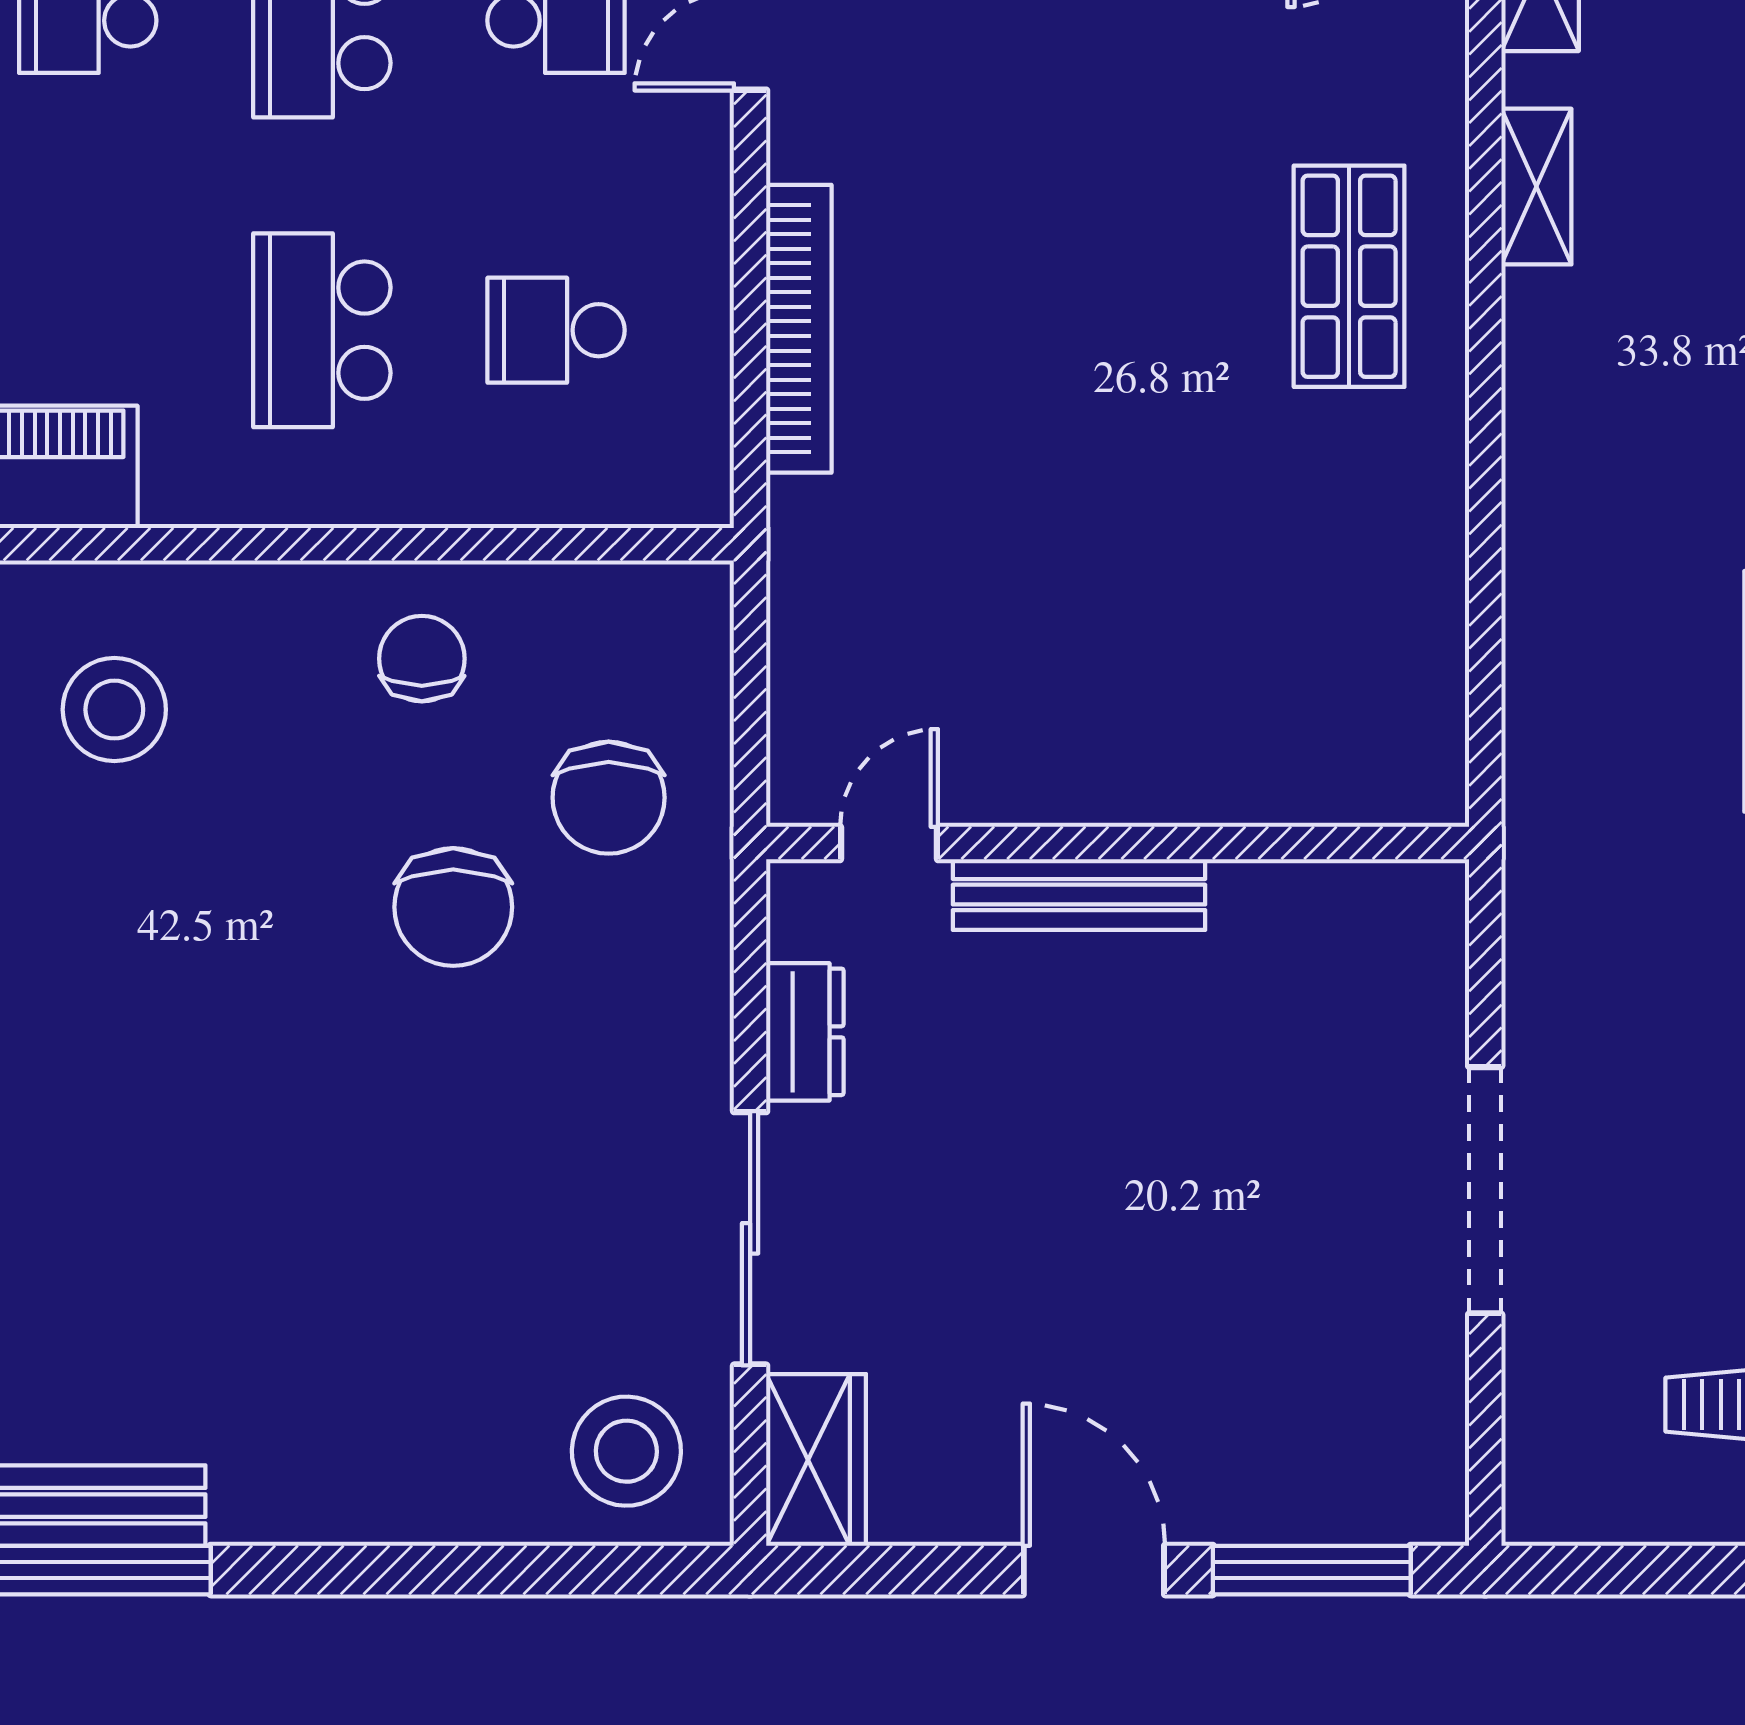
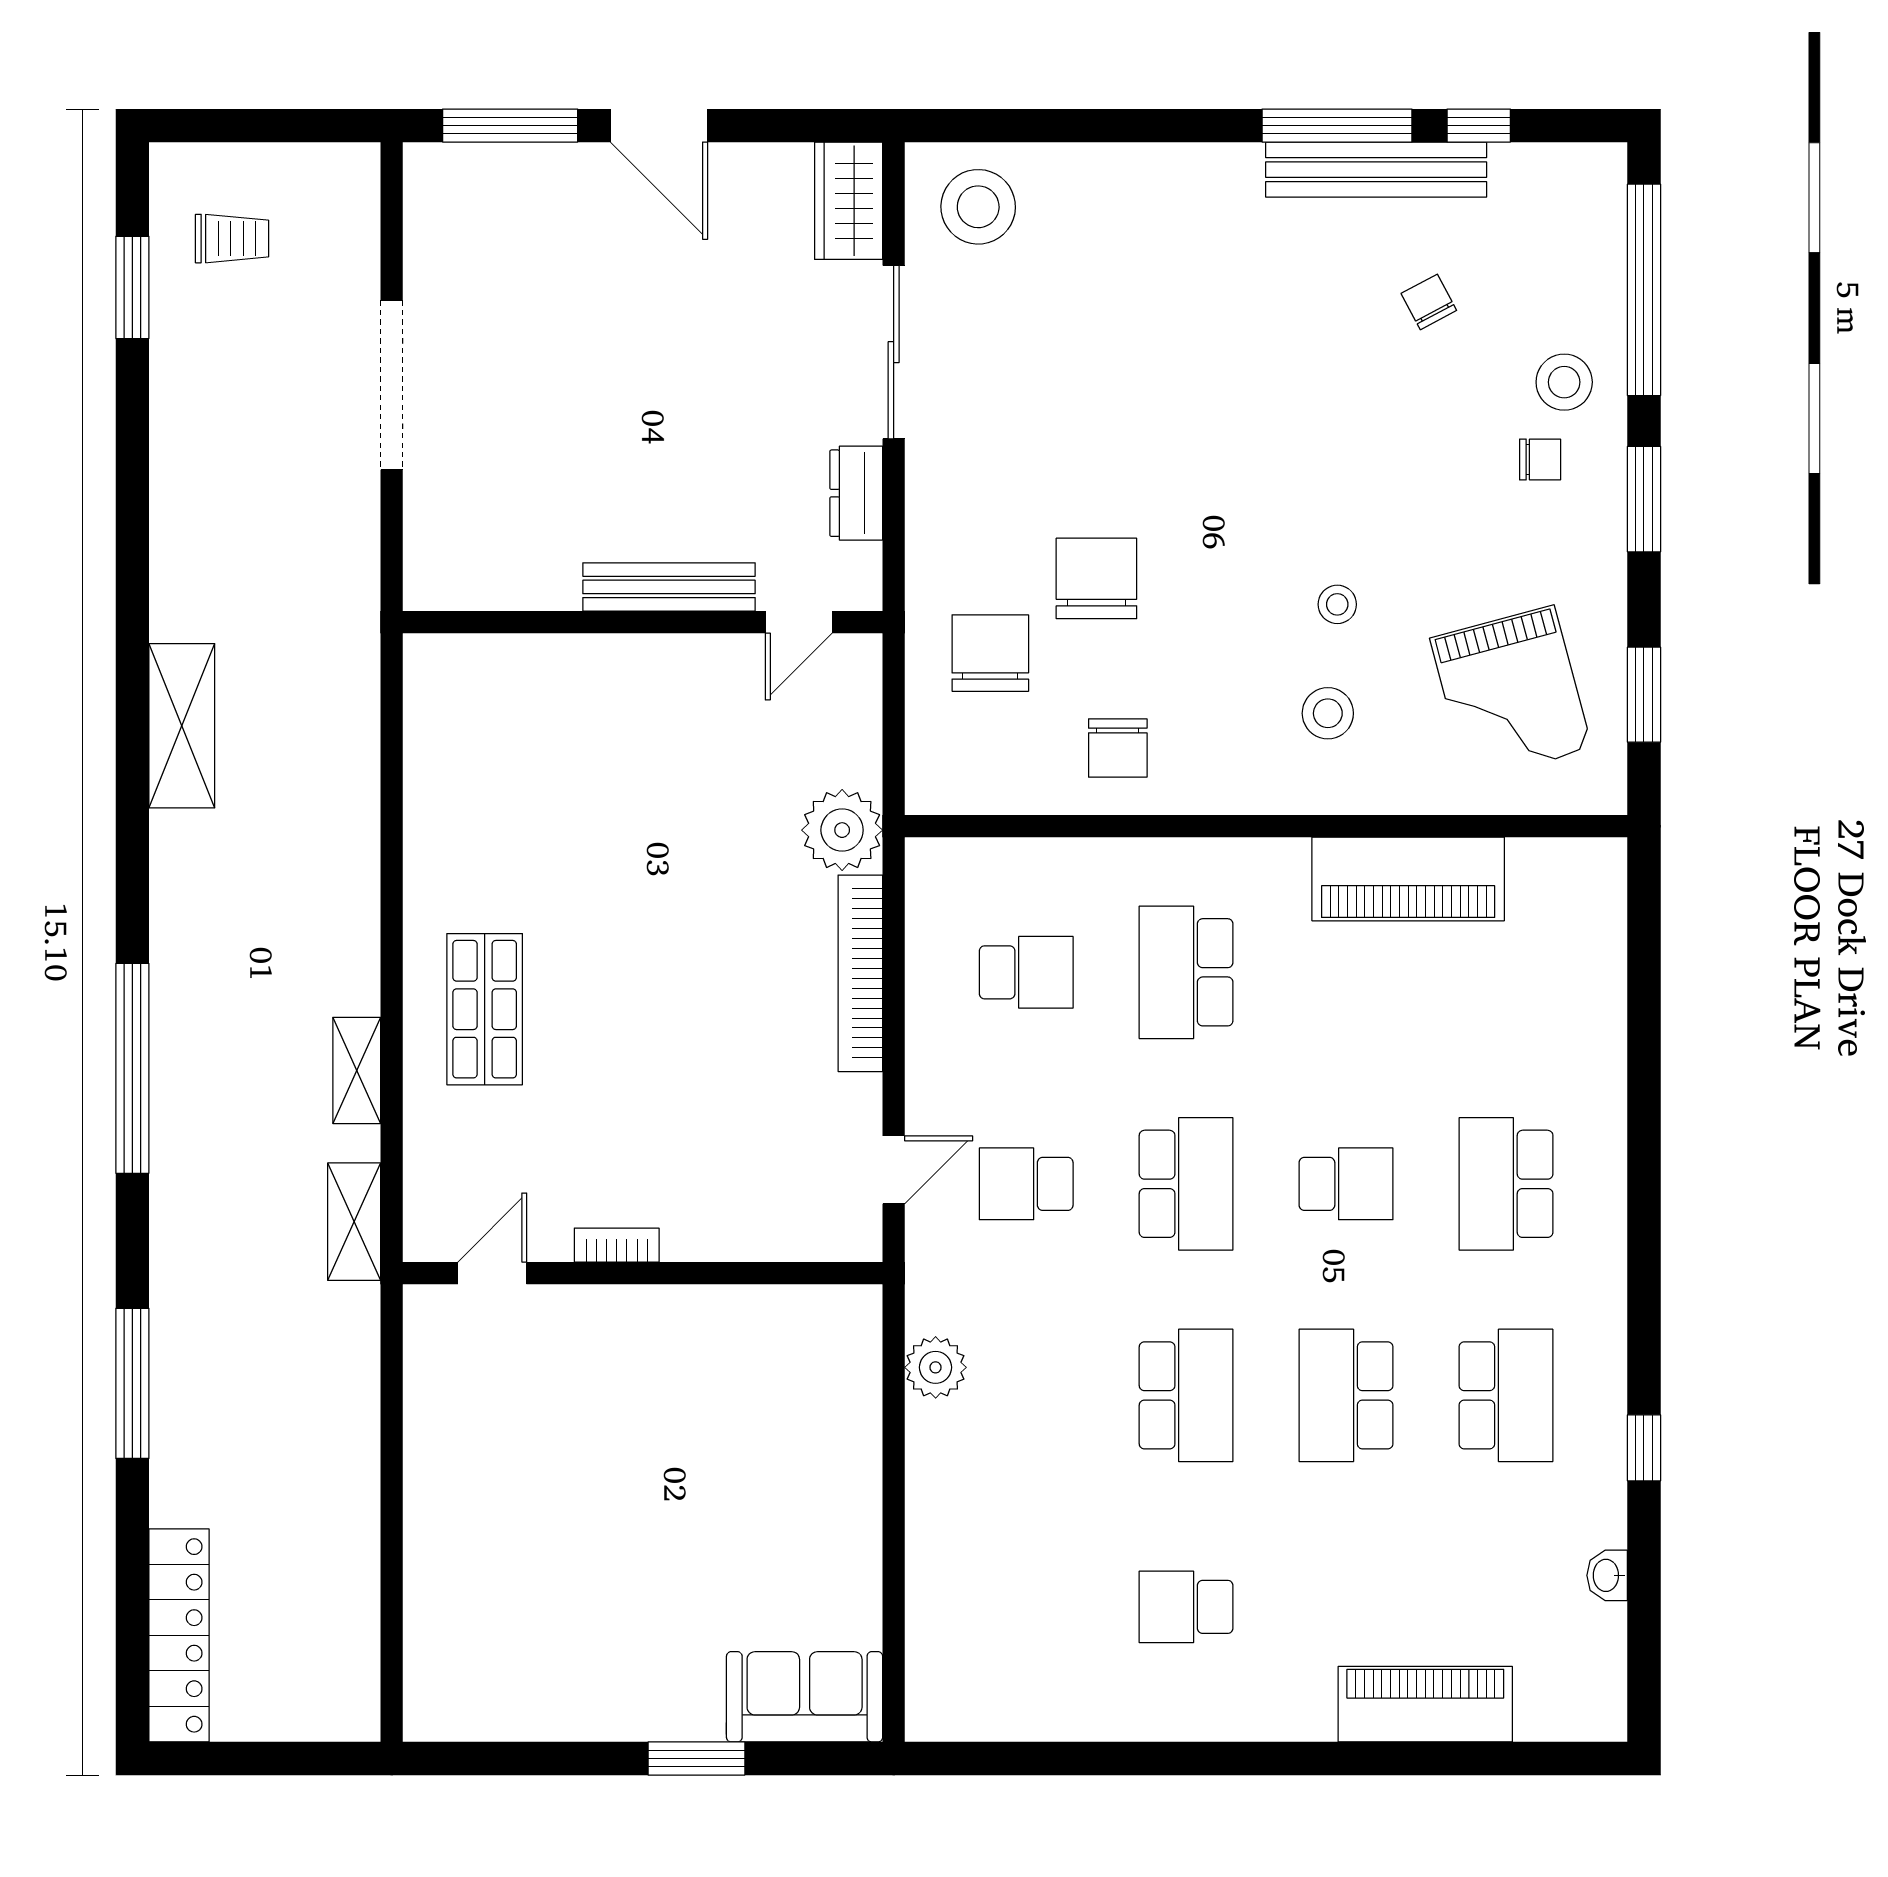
school desk: (322, 330) -> (1186, 972), turned 180
plant: (826, 539) -> (842, 830), added
stool: (114, 710) -> (1328, 713), width x0.73, depth x0.73
stool: (101, 869) -> (1337, 604), added

